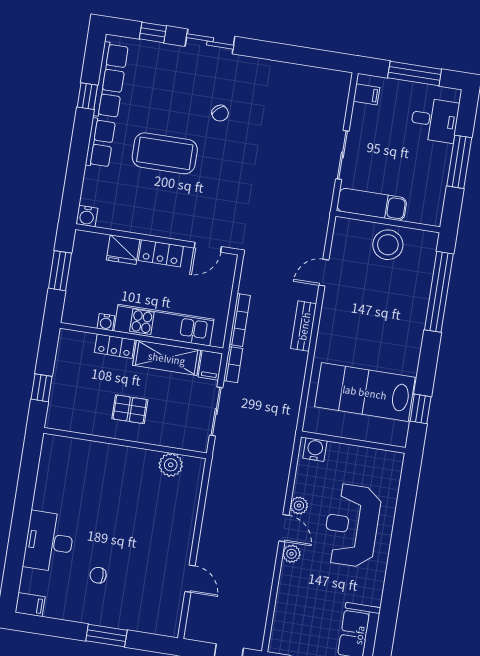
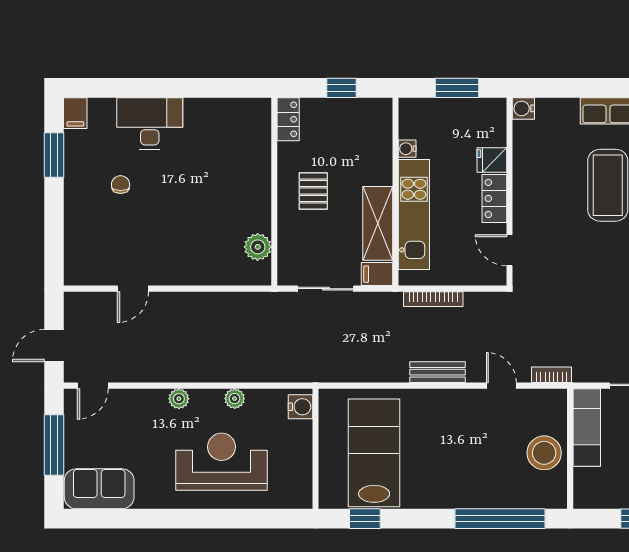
fridge: (123, 250) -> (492, 160), width x0.72
locker: (115, 346) -> (288, 119), moved, turned 180
bookcase: (233, 365) -> (551, 375), moved, turned 180
window: (42, 388) -> (341, 88), moved
door: (284, 528) -> (93, 386), moved
window: (106, 636) -> (54, 155), moved

